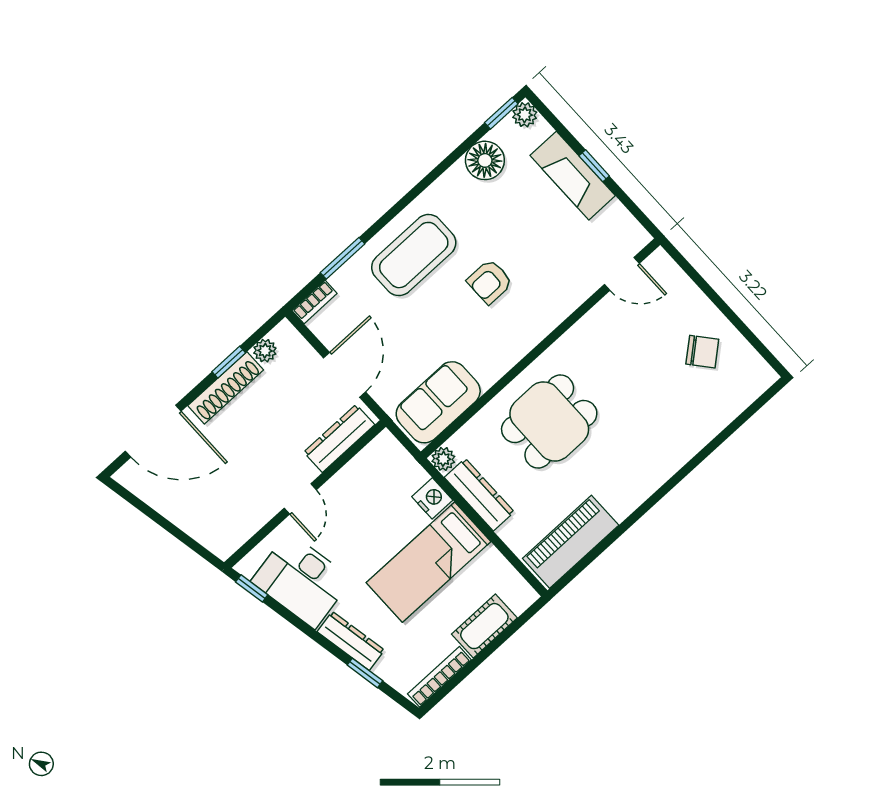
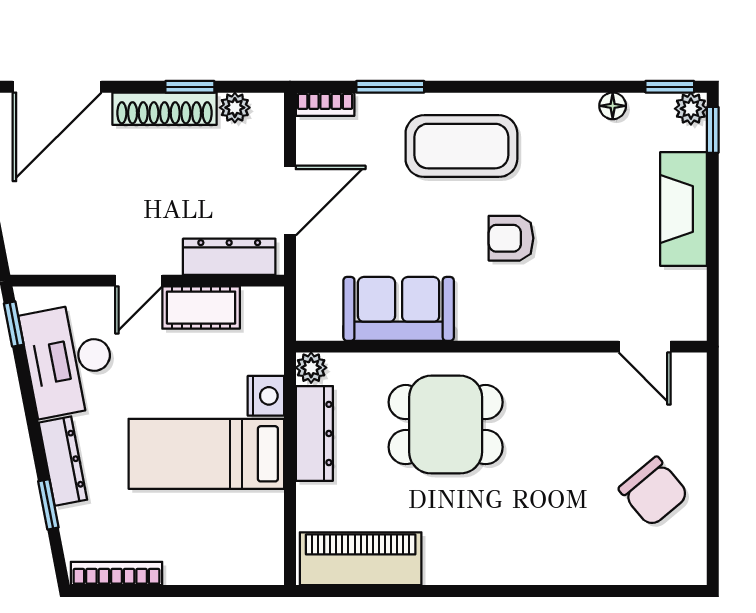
floor lamp: (485, 160) -> (613, 106), width x0.53, depth x0.53
window: (594, 166) -> (713, 130), moved
chair: (702, 352) -> (654, 492), width x1.37, depth x1.37
sofa: (438, 402) -> (399, 309), moved
door: (153, 431) -> (57, 87), hinge flipped
cot: (484, 626) -> (201, 308), moved

